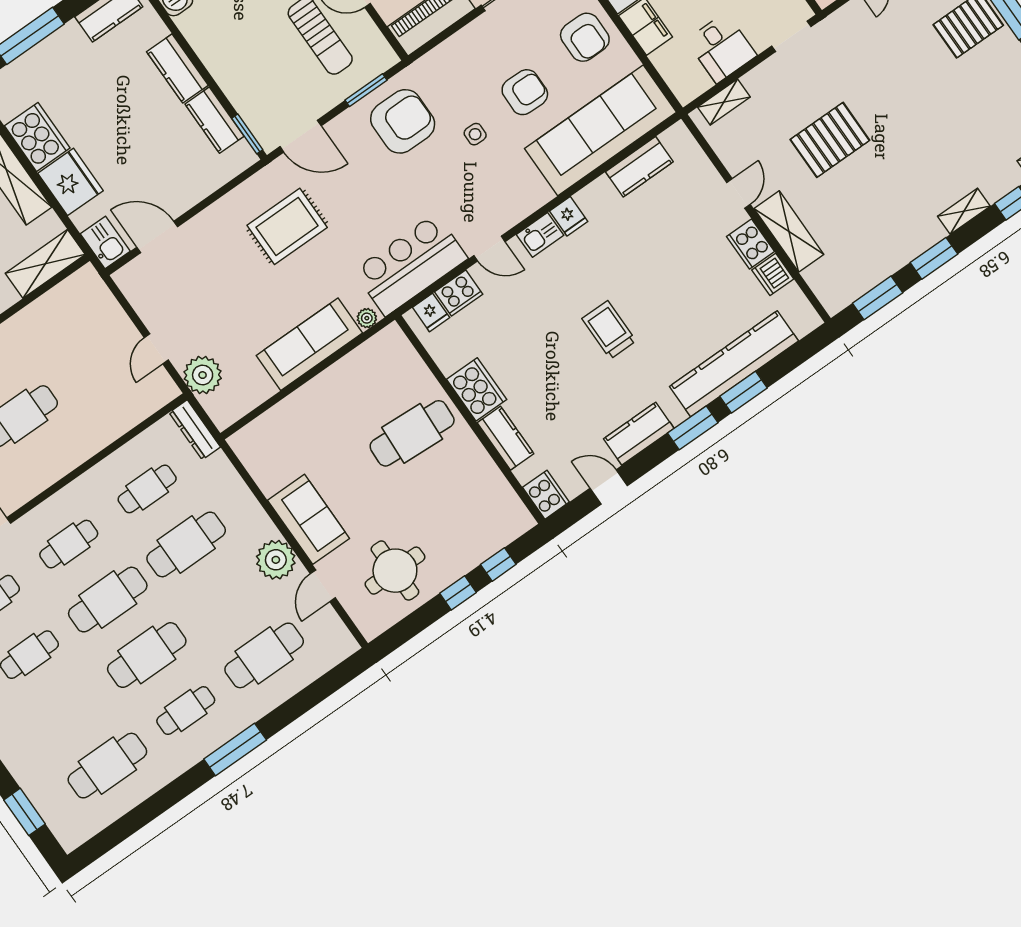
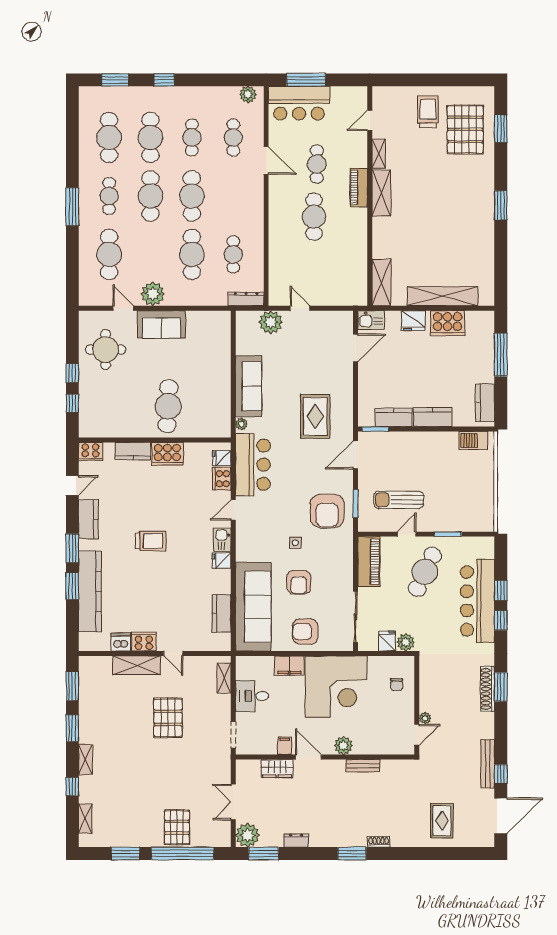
fridge: (71, 182) -> (413, 321), width x0.73, depth x0.75
cafe table: (69, 544) -> (150, 137), moved, width x1.37, depth x1.35

